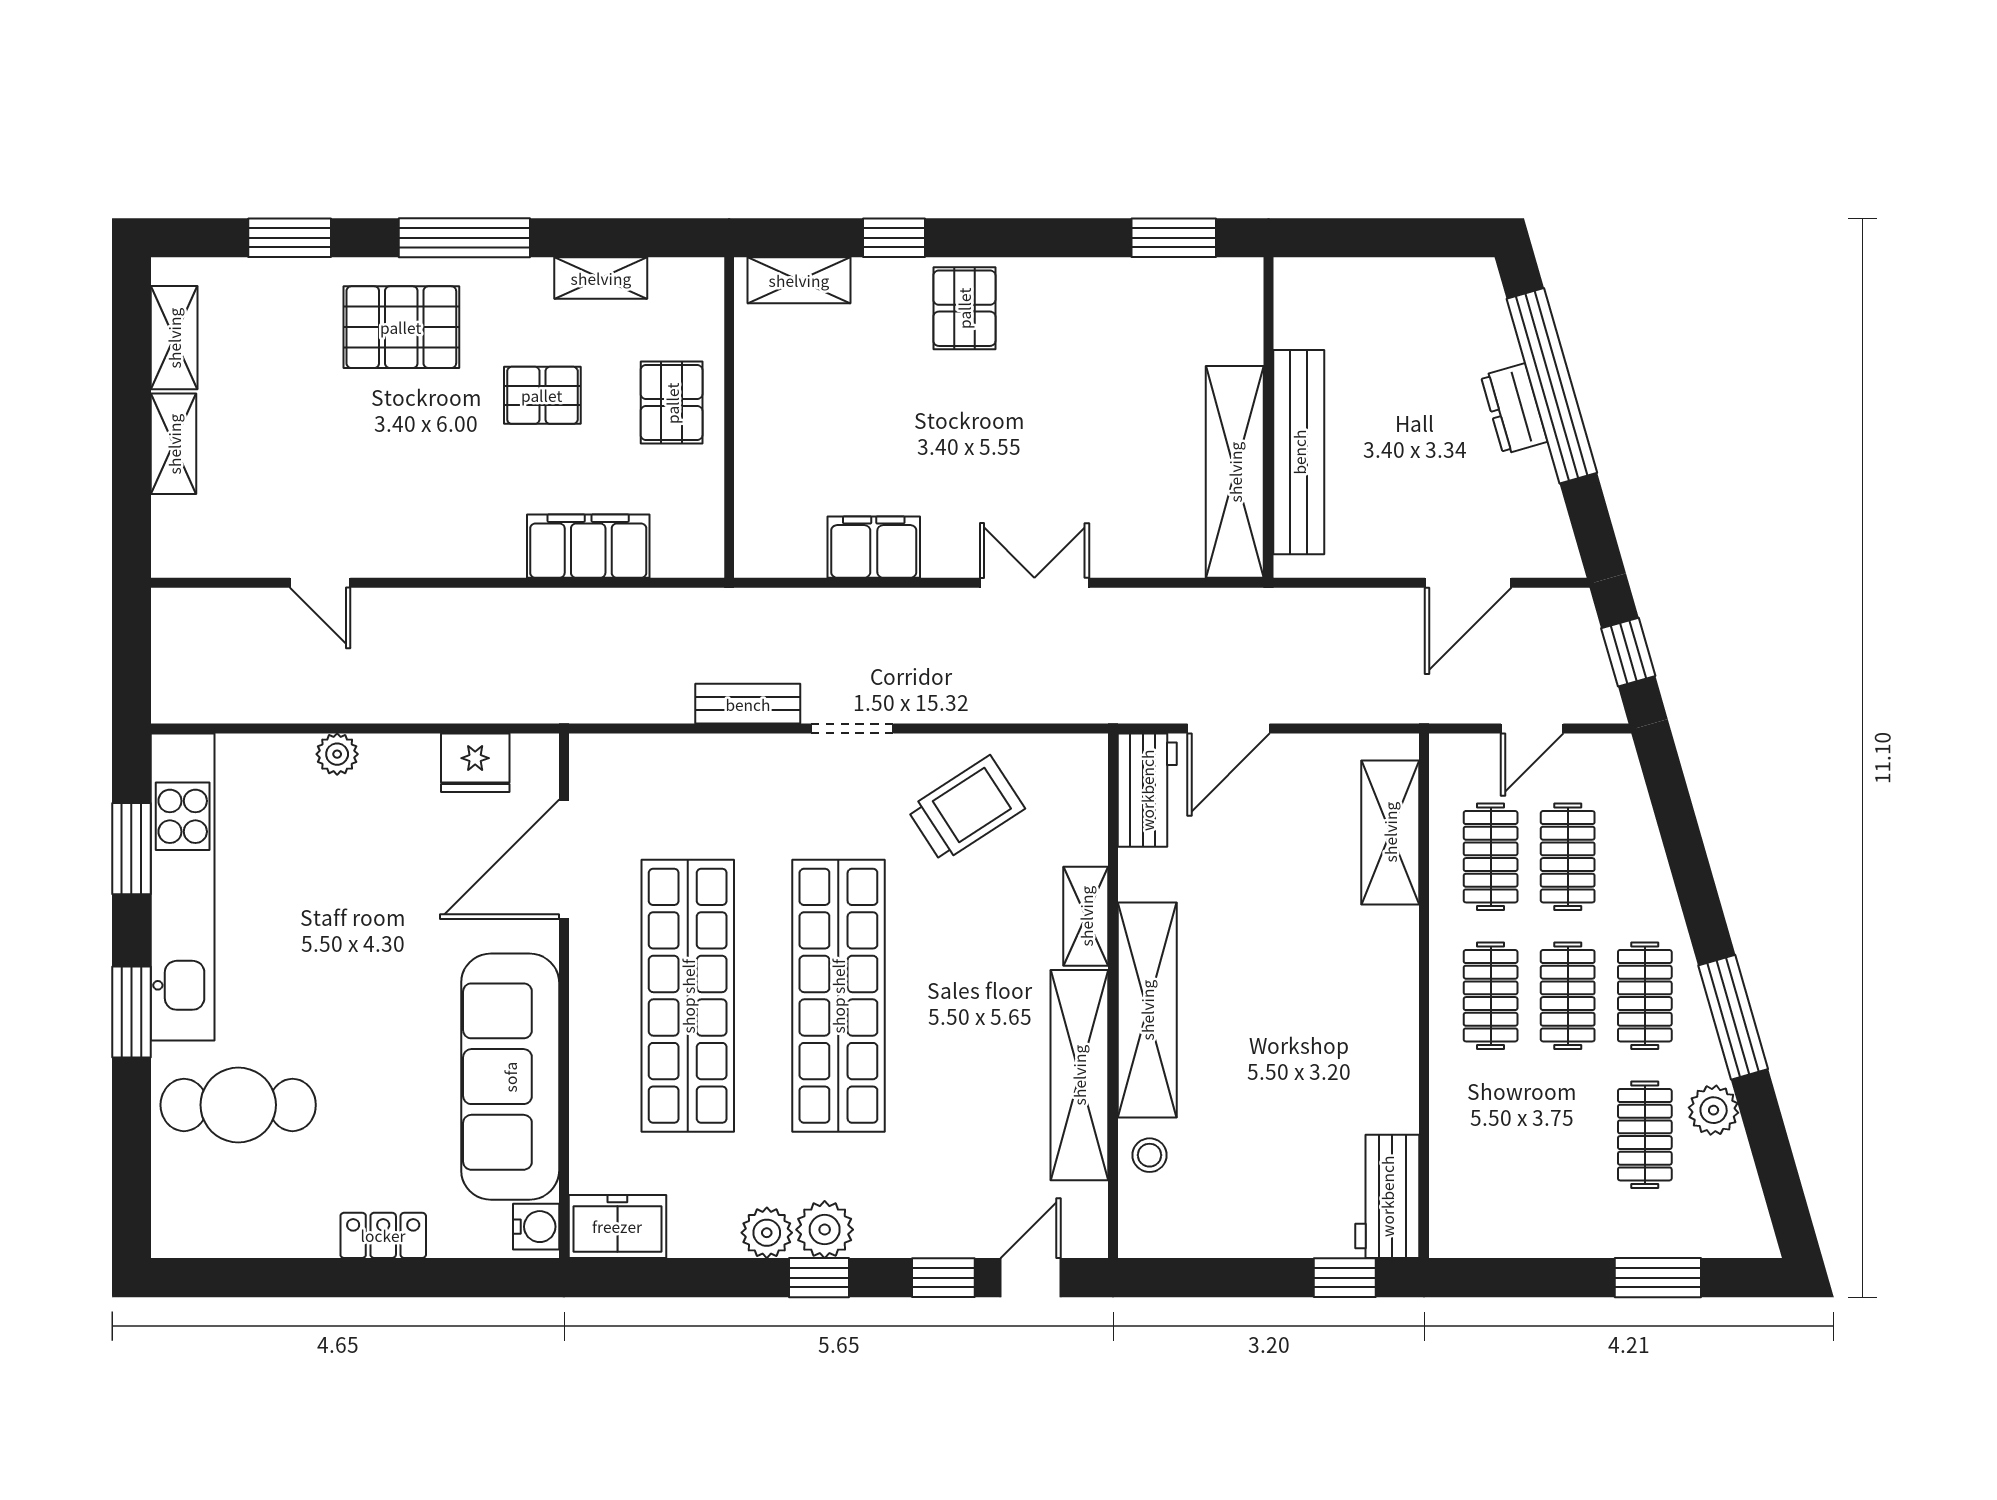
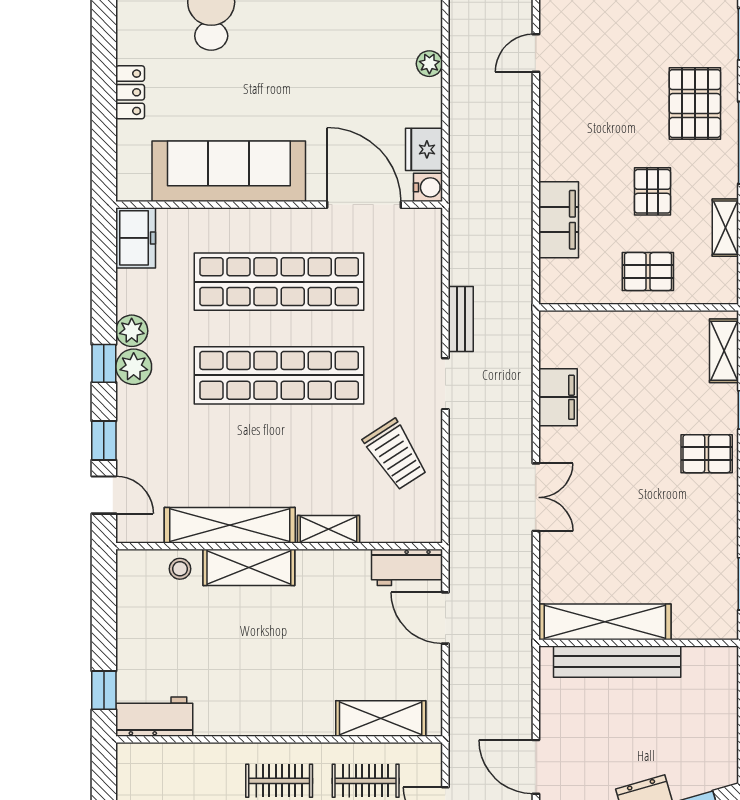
shelving: (1147, 1010) -> (249, 567), width x0.68
water cooler: (536, 1227) -> (428, 187), moved, turned -90

